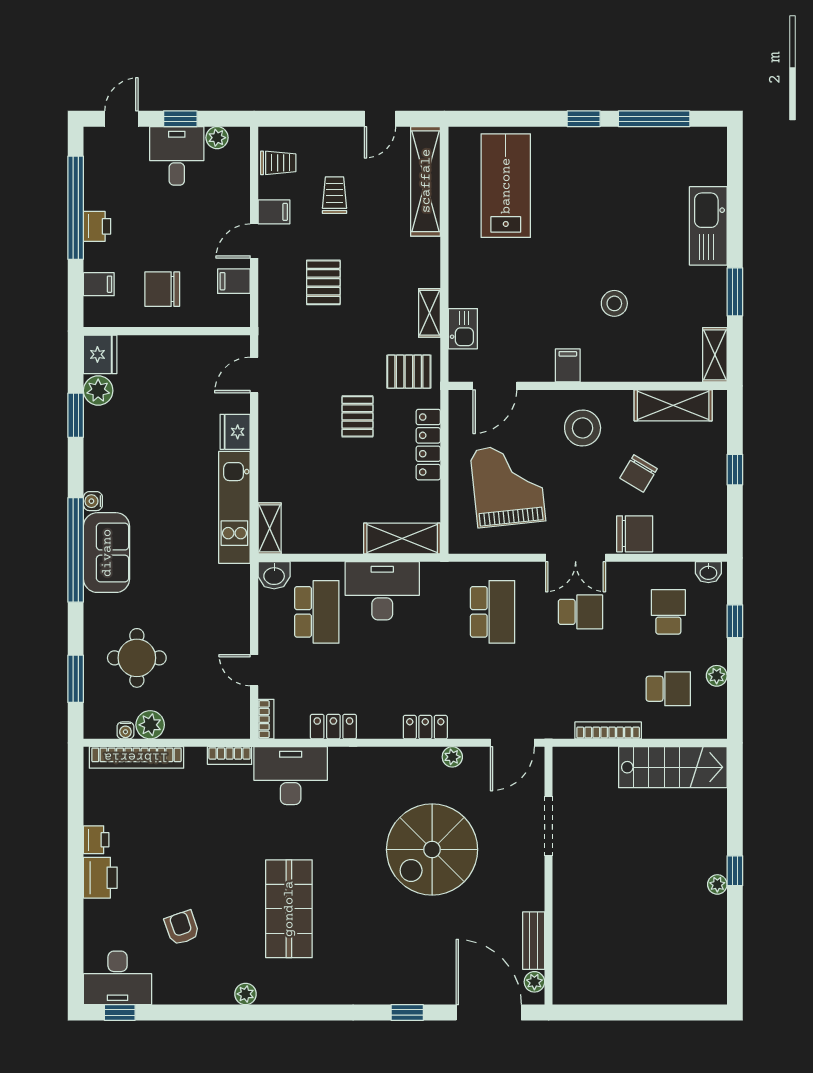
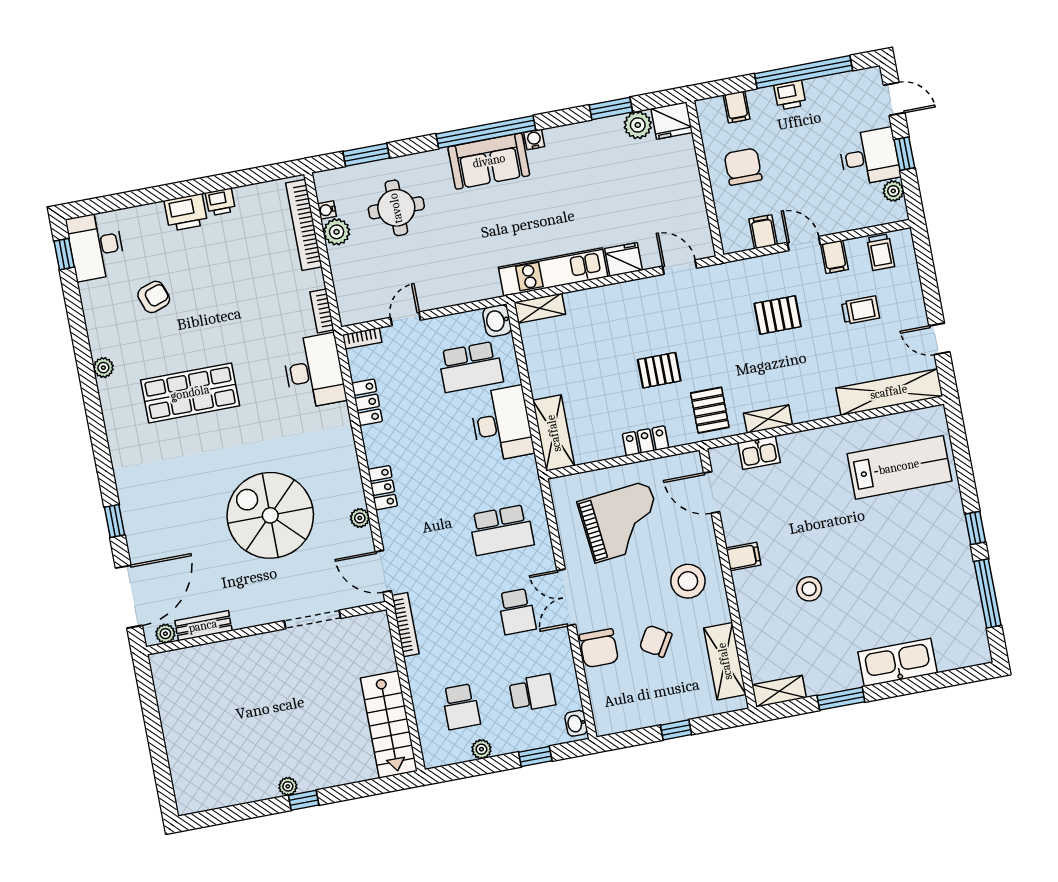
locker: (428, 445) -> (645, 441), width x0.66
bookcase: (608, 730) -> (405, 625), moved

